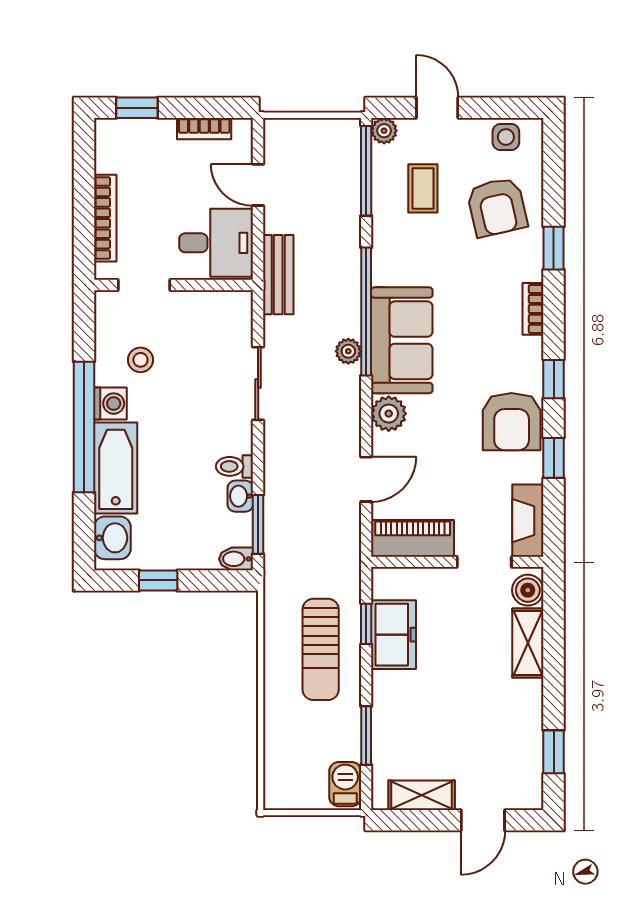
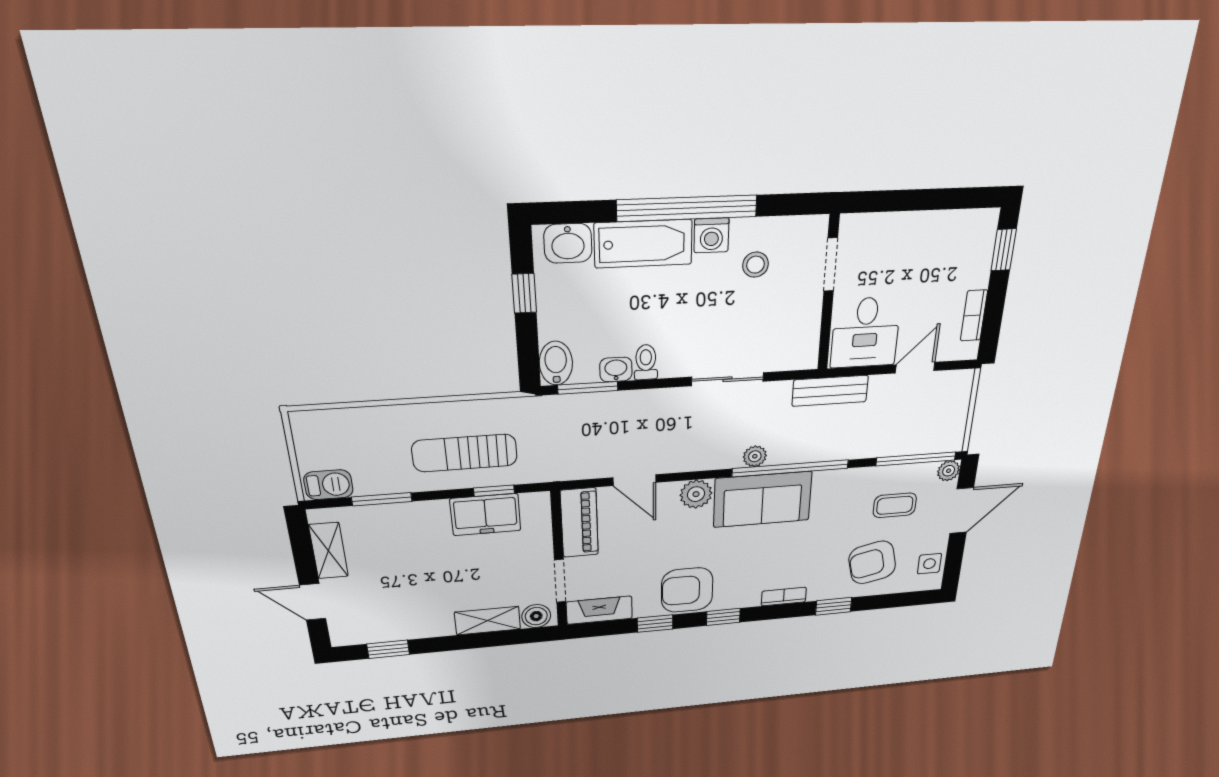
door: (437, 108) -> (962, 511), width x1.38
bookcase: (105, 218) -> (901, 223), removed
bidet: (236, 559) -> (556, 363), width x1.38, depth x1.36

